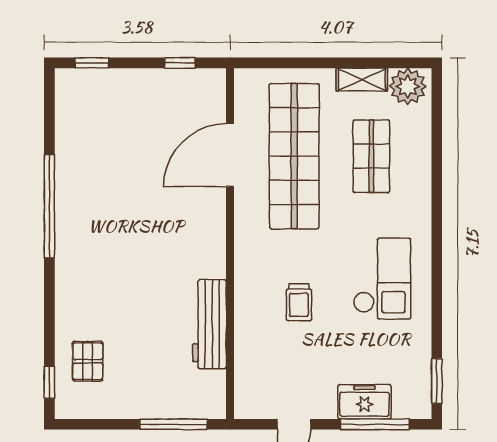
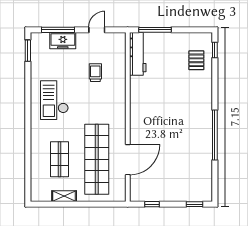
plant: (408, 86) -> (42, 193), removed
trolley: (299, 302) -> (95, 73), moved
workbench: (209, 324) -> (138, 54), moved

